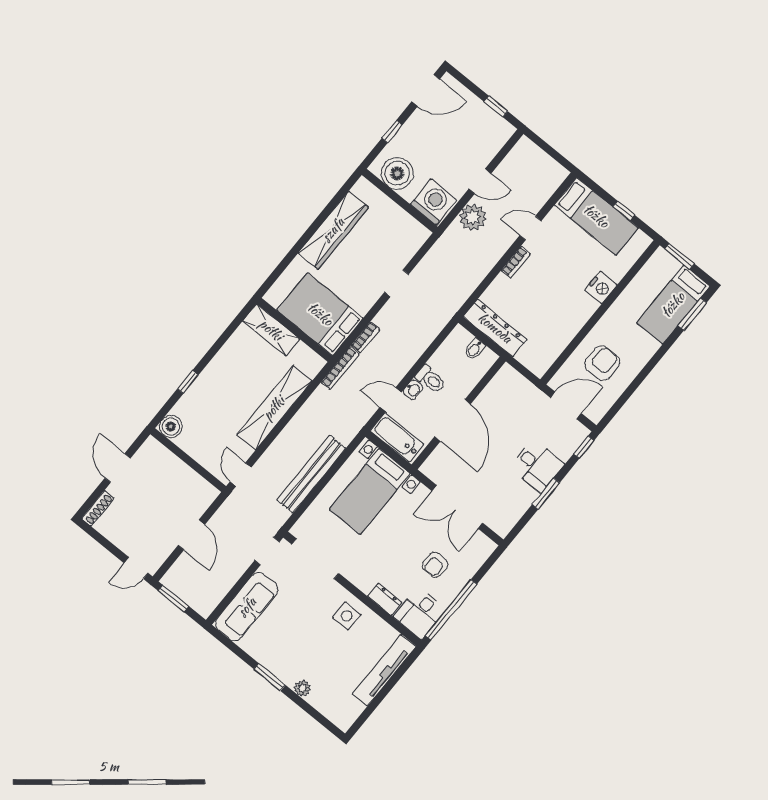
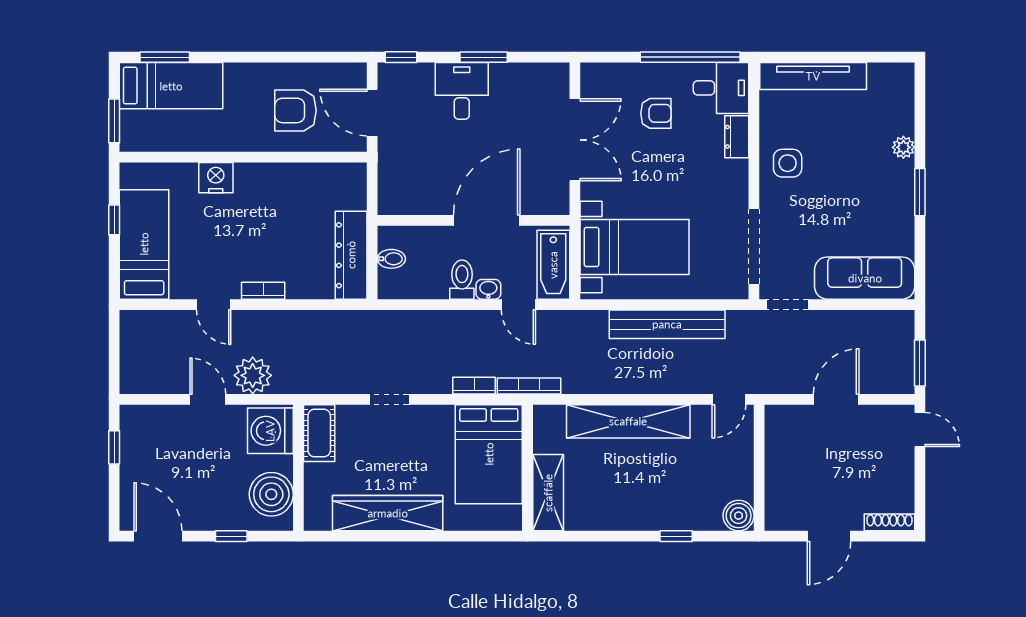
cot: (410, 228) -> (319, 433), added

